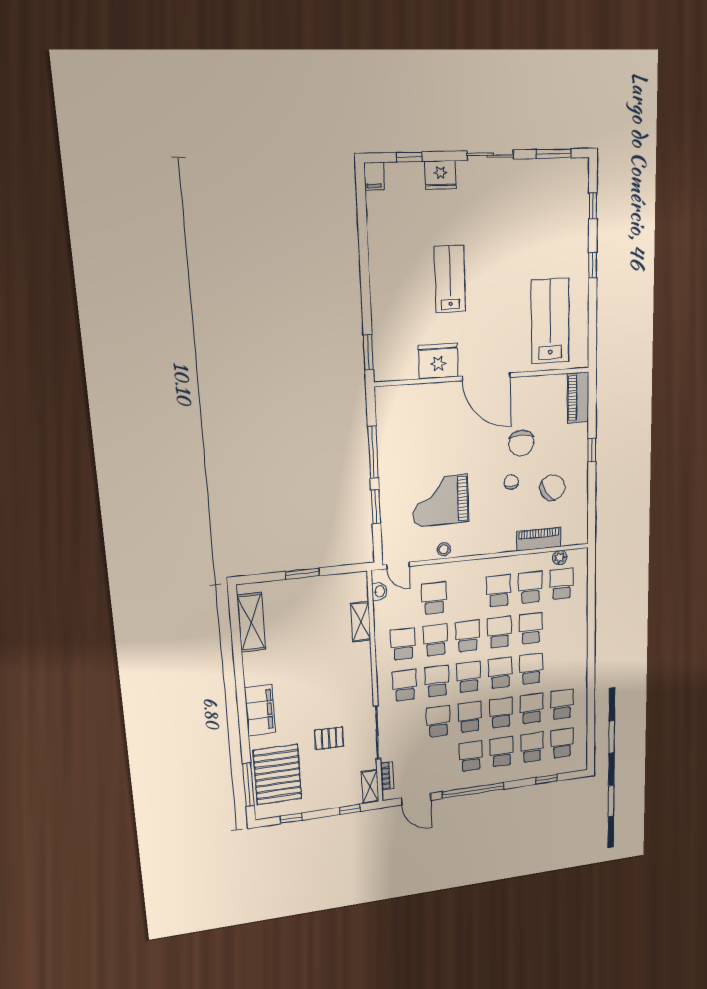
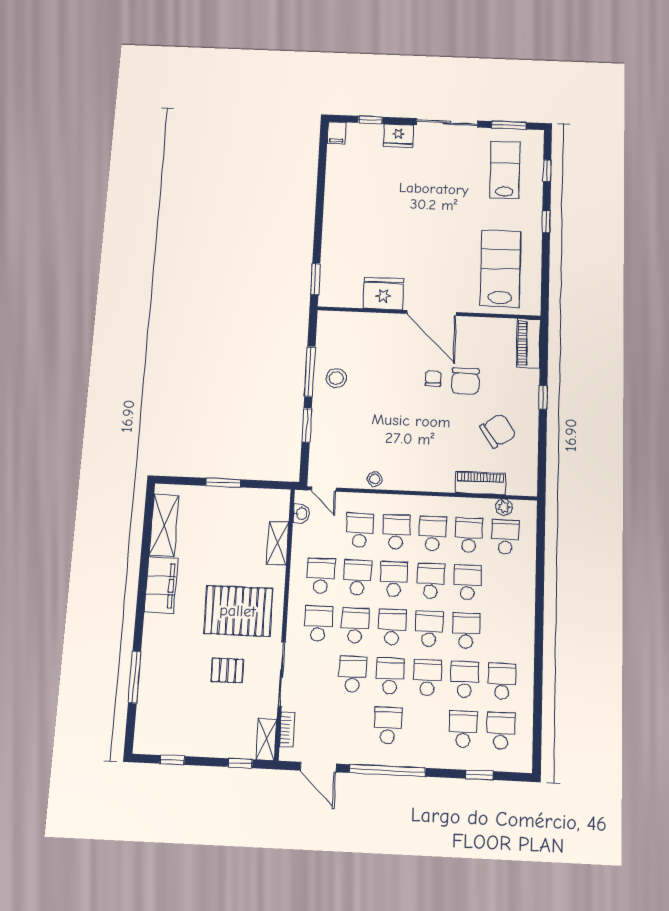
sliding door: (490, 155) -> (447, 123), width x1.37
lab bench: (450, 279) -> (505, 170), moved
stool: (399, 456) -> (336, 378), added
chair: (511, 482) -> (433, 378), moved
grand piano: (440, 501) -> (375, 428), removed
filing cabinet: (260, 710) -> (161, 585), moved
school desk: (502, 752) -> (396, 532), moved
pallet: (278, 775) -> (238, 611), moved, turned 90
window: (248, 785) -> (135, 677), moved

